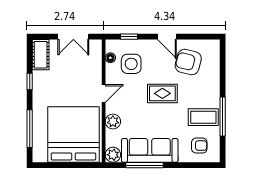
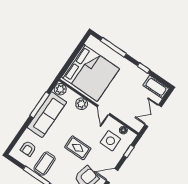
rug: (162, 93) -> (78, 148), turned 90

